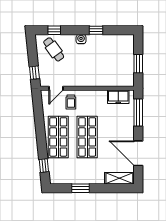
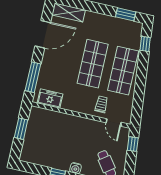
door: (56, 88) -> (114, 122), swing flipped
door: (138, 153) -> (43, 34), hinge flipped
window: (80, 188) -> (126, 14), moved

